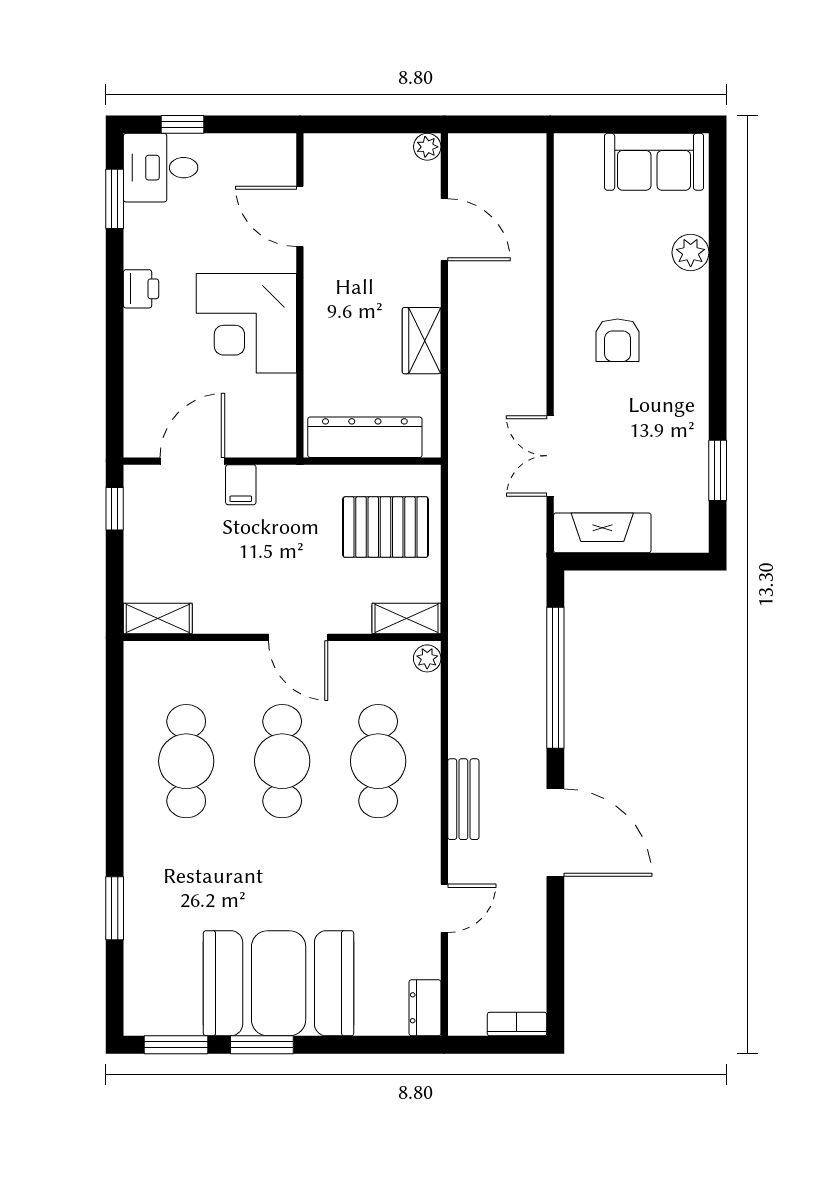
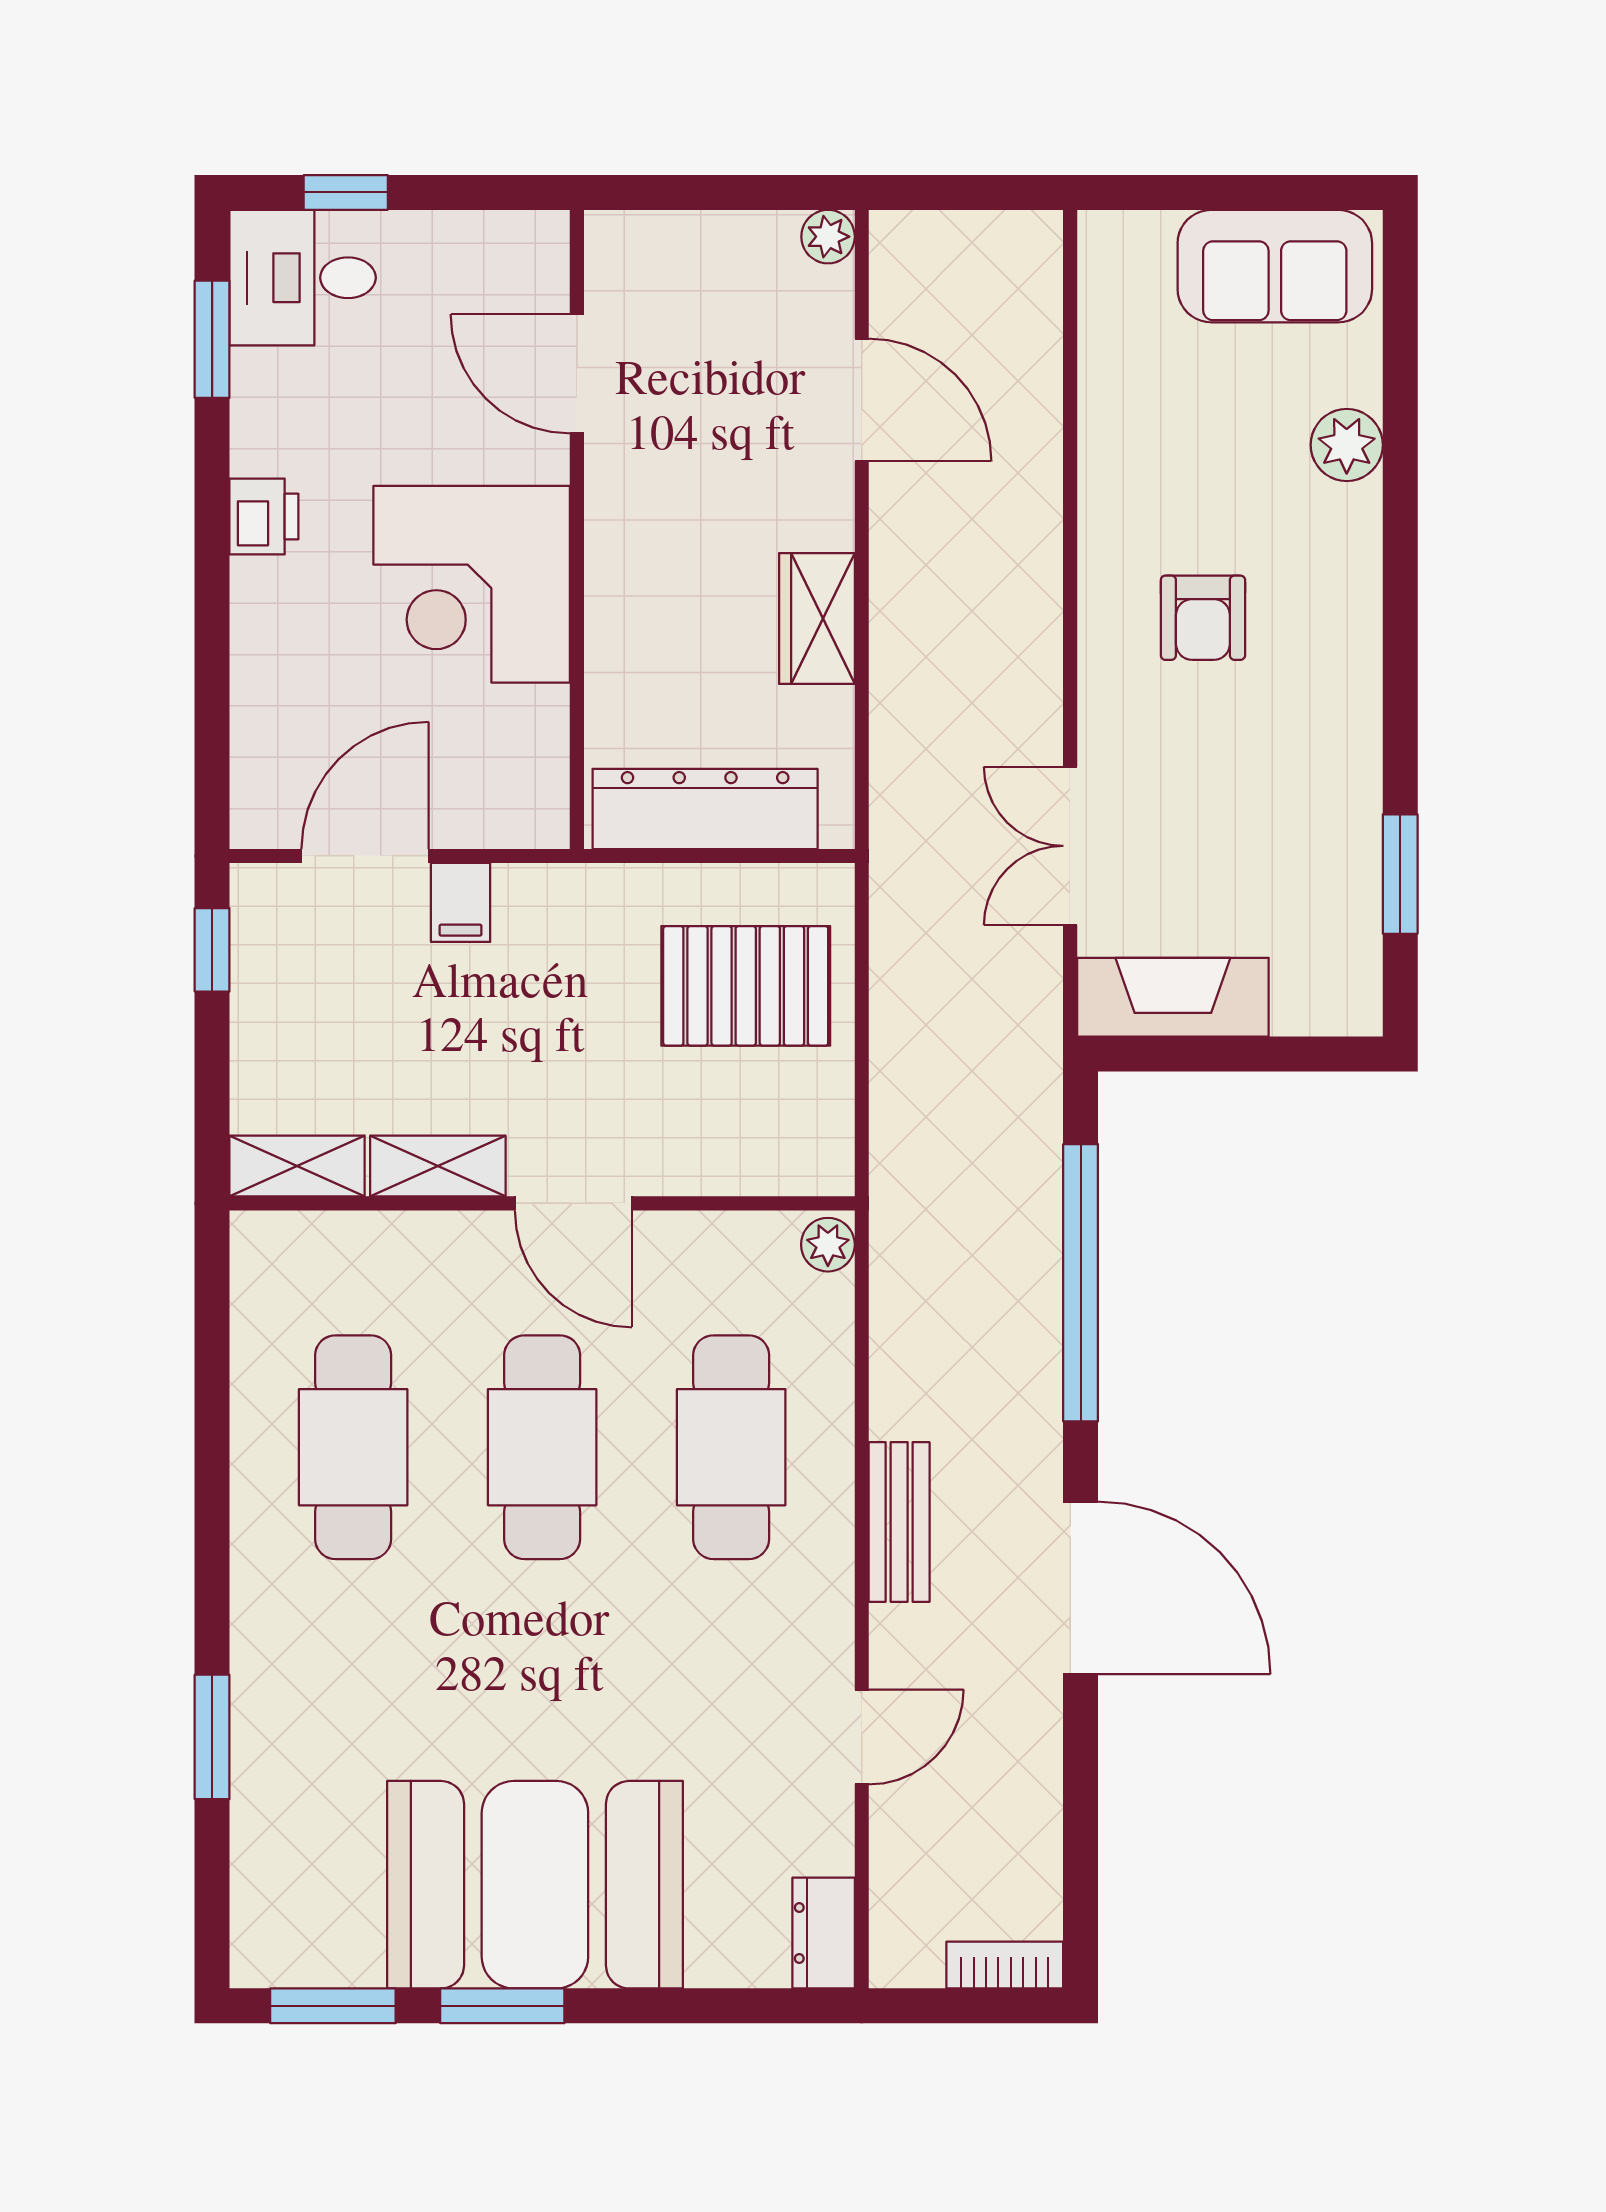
shelving: (406, 618) -> (438, 1166), moved

